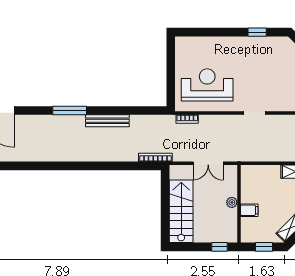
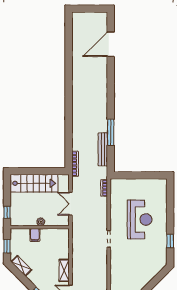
reception desk: (207, 85) -> (140, 219), moved
window: (70, 110) -> (111, 132), moved
bench: (107, 121) -> (103, 149), moved

